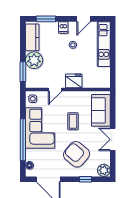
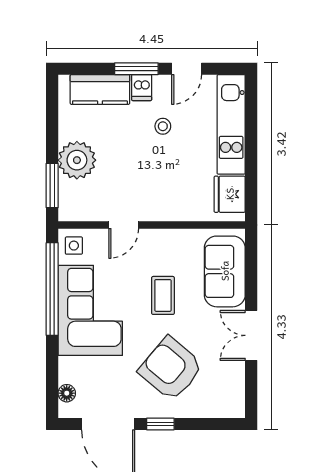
window: (46, 19) -> (136, 69), moved
kitchen counter: (32, 37) -> (100, 89), moved, turned 90
fridge: (74, 81) -> (230, 194), moved, turned -90
window: (23, 140) -> (52, 289), moved
plant: (104, 170) -> (231, 404), removed
window: (85, 179) -> (160, 424), moved

